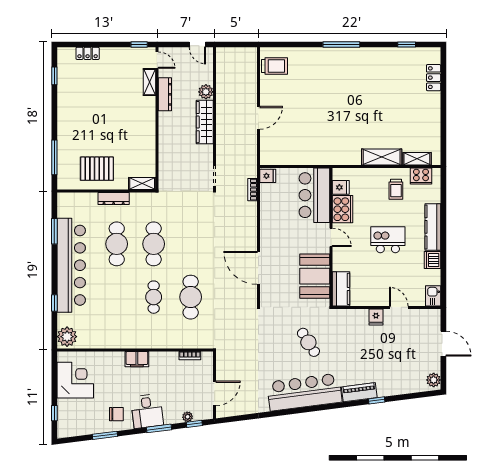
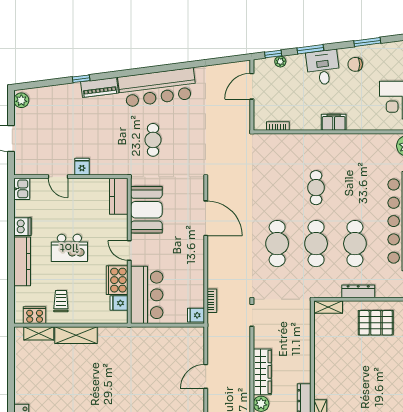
cafe table: (191, 297) -> (277, 244), moved
cafe table: (308, 342) -> (153, 140), turned 32

